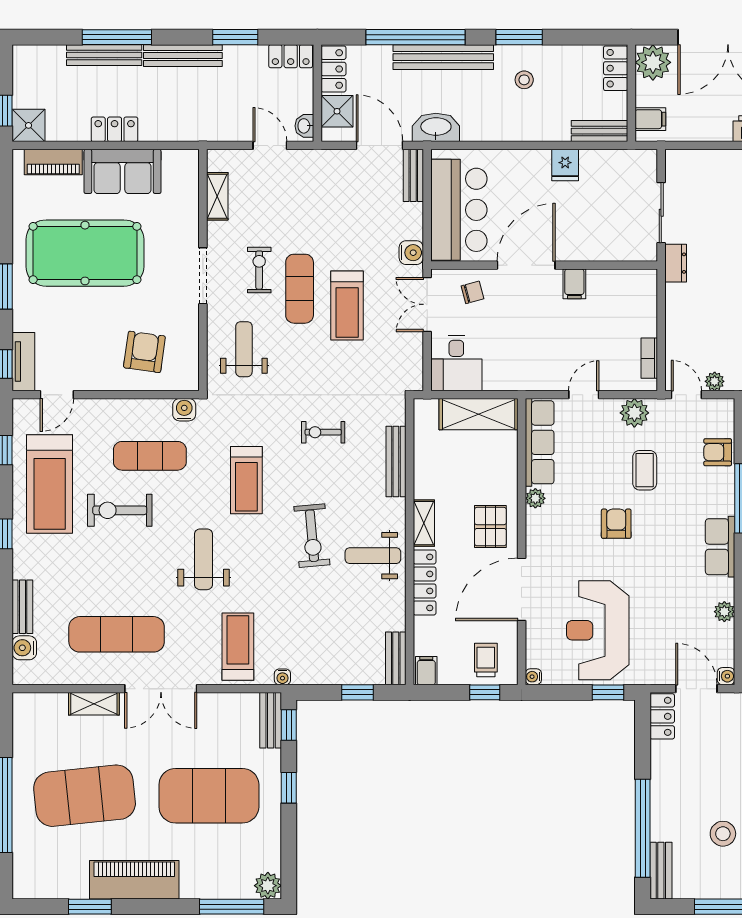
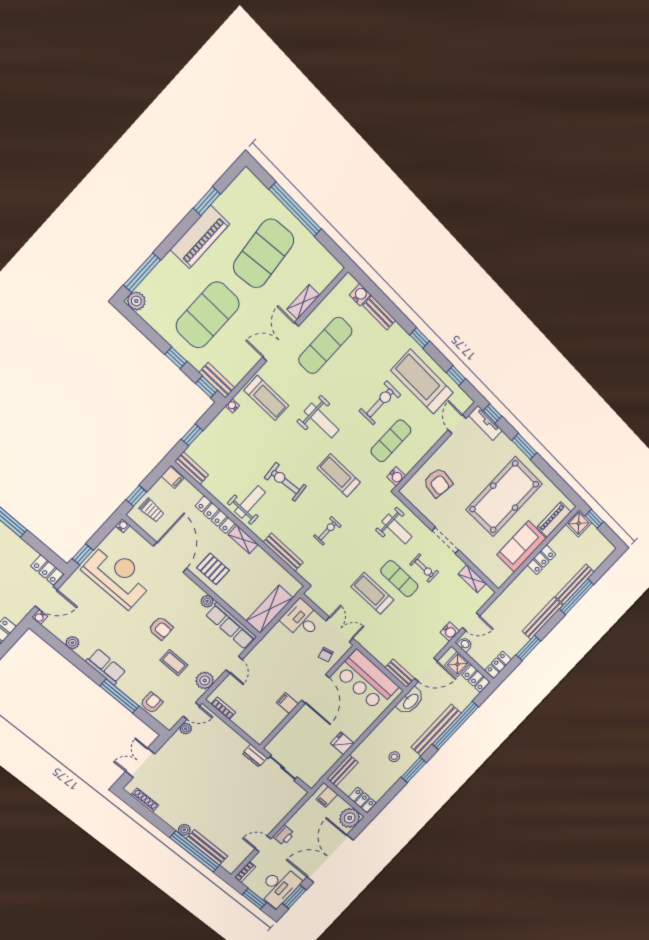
water cooler: (411, 253) -> (450, 632), moved, turned -90

